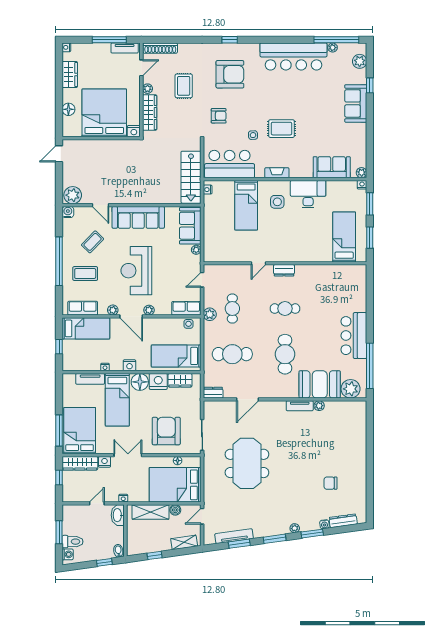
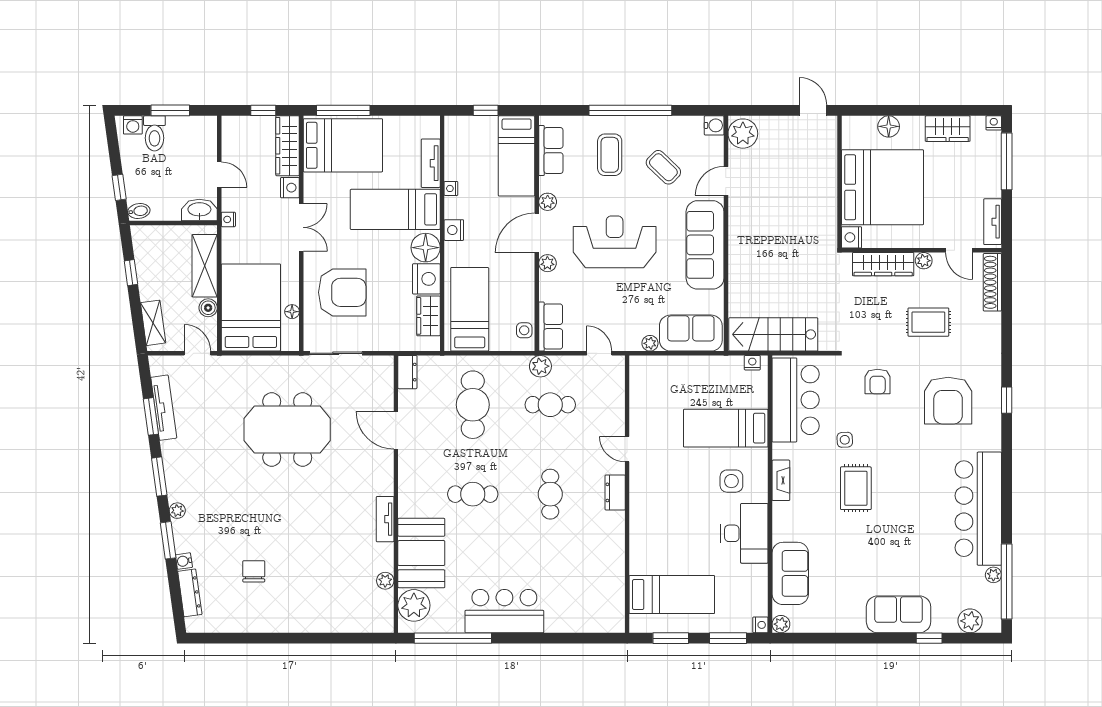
window: (109, 40) -> (1007, 161), moved
cafe table: (285, 354) -> (473, 494), width x0.73, depth x0.74
plant: (319, 406) -> (385, 581), moved

